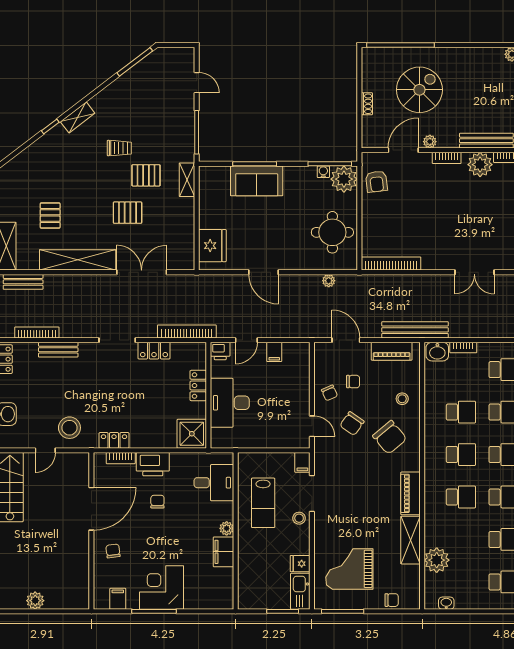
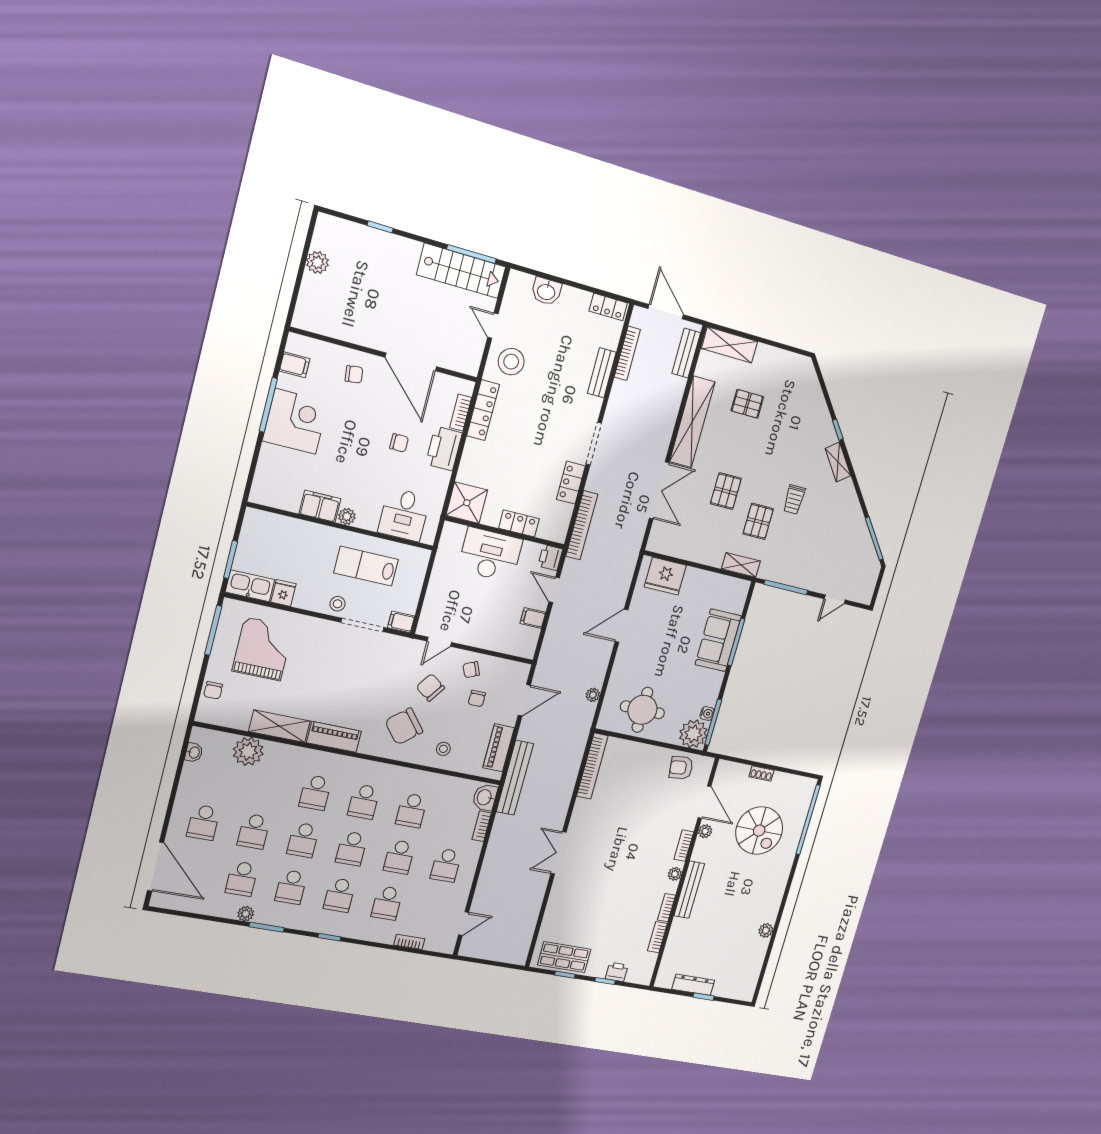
plant: (480, 165) -> (675, 874), width x0.53, depth x0.53
locker: (114, 440) -> (483, 410), width x1.53

